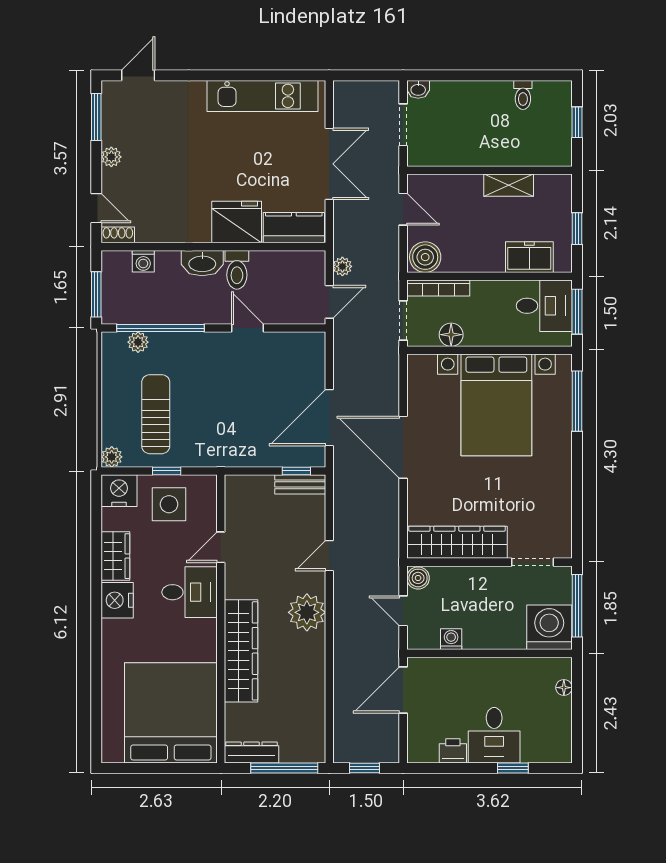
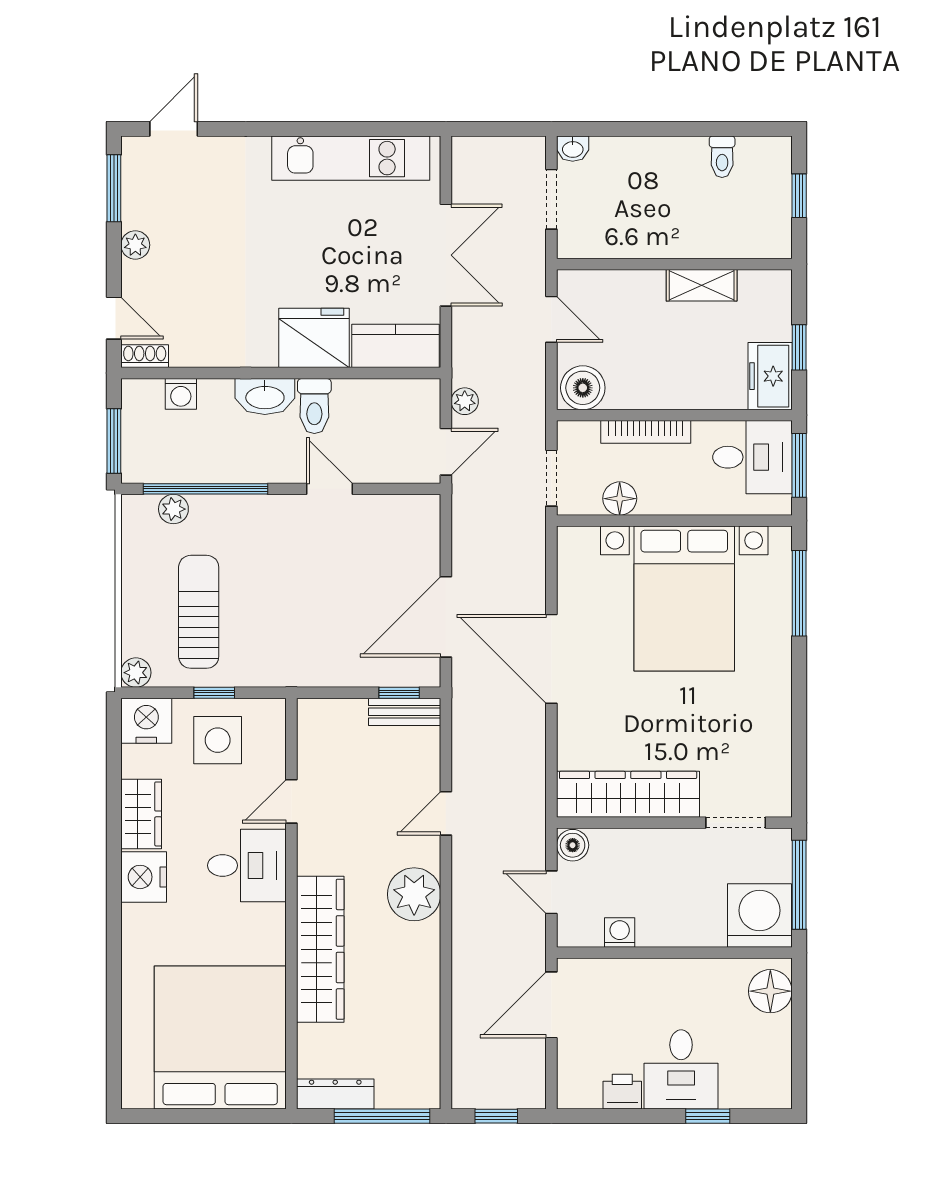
freezer: (529, 257) -> (770, 376), moved, turned -90
bookcase: (438, 288) -> (646, 432), moved
floor lamp: (564, 688) -> (770, 991), width x1.89, depth x1.89

